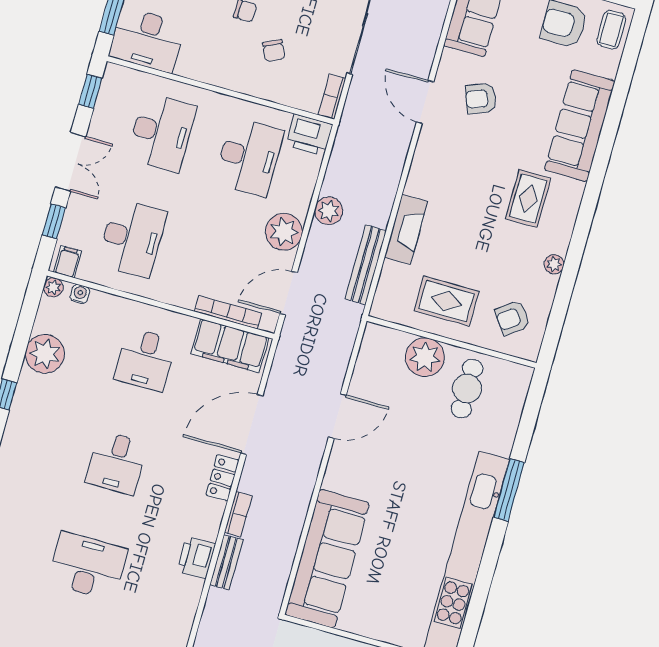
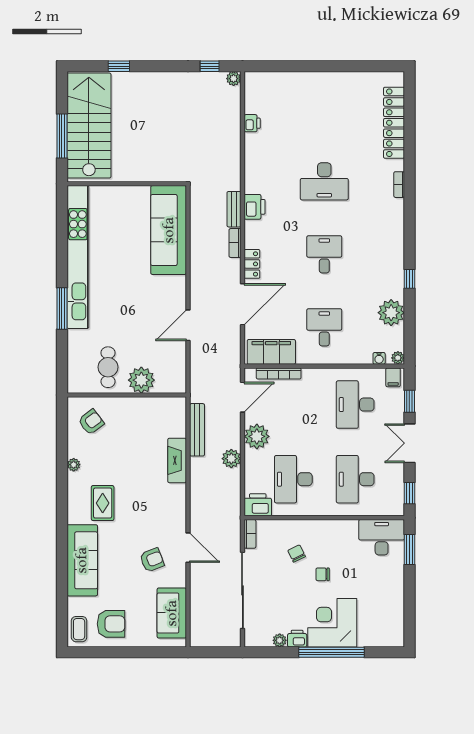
rug: (446, 301) -> (137, 421), removed

